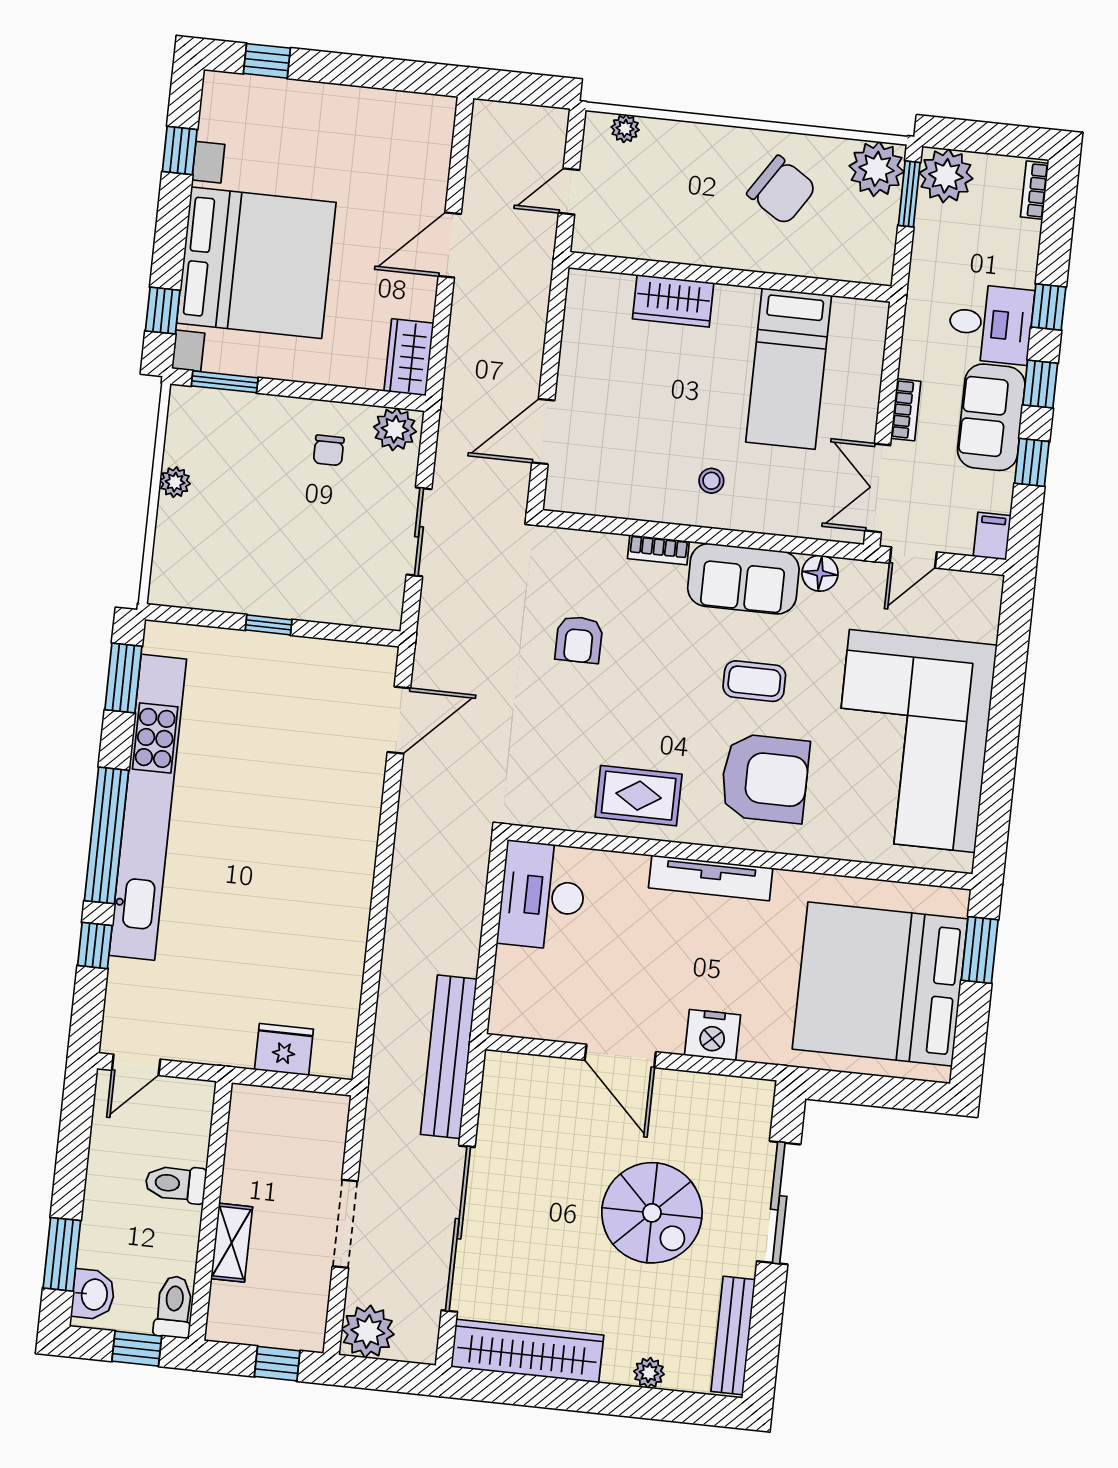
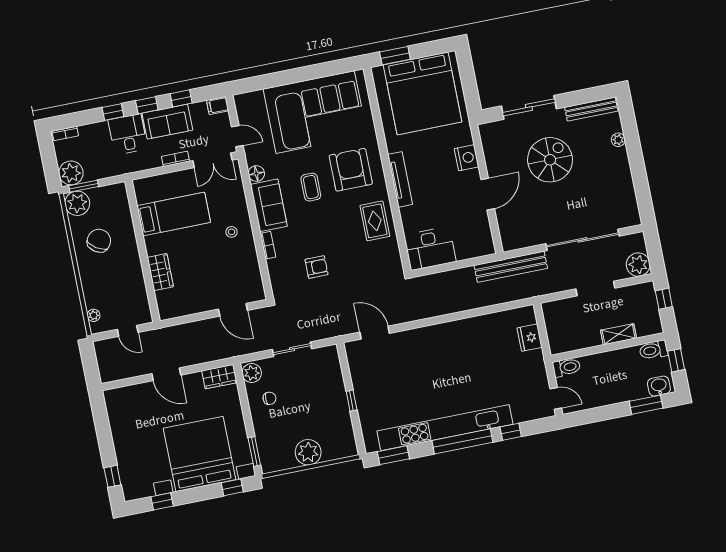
plant: (175, 482) -> (308, 452), width x1.87, depth x1.87
toilet: (176, 1184) -> (566, 367), moved, turned -90
wardrobe: (527, 1351) -> (625, 194), removed

